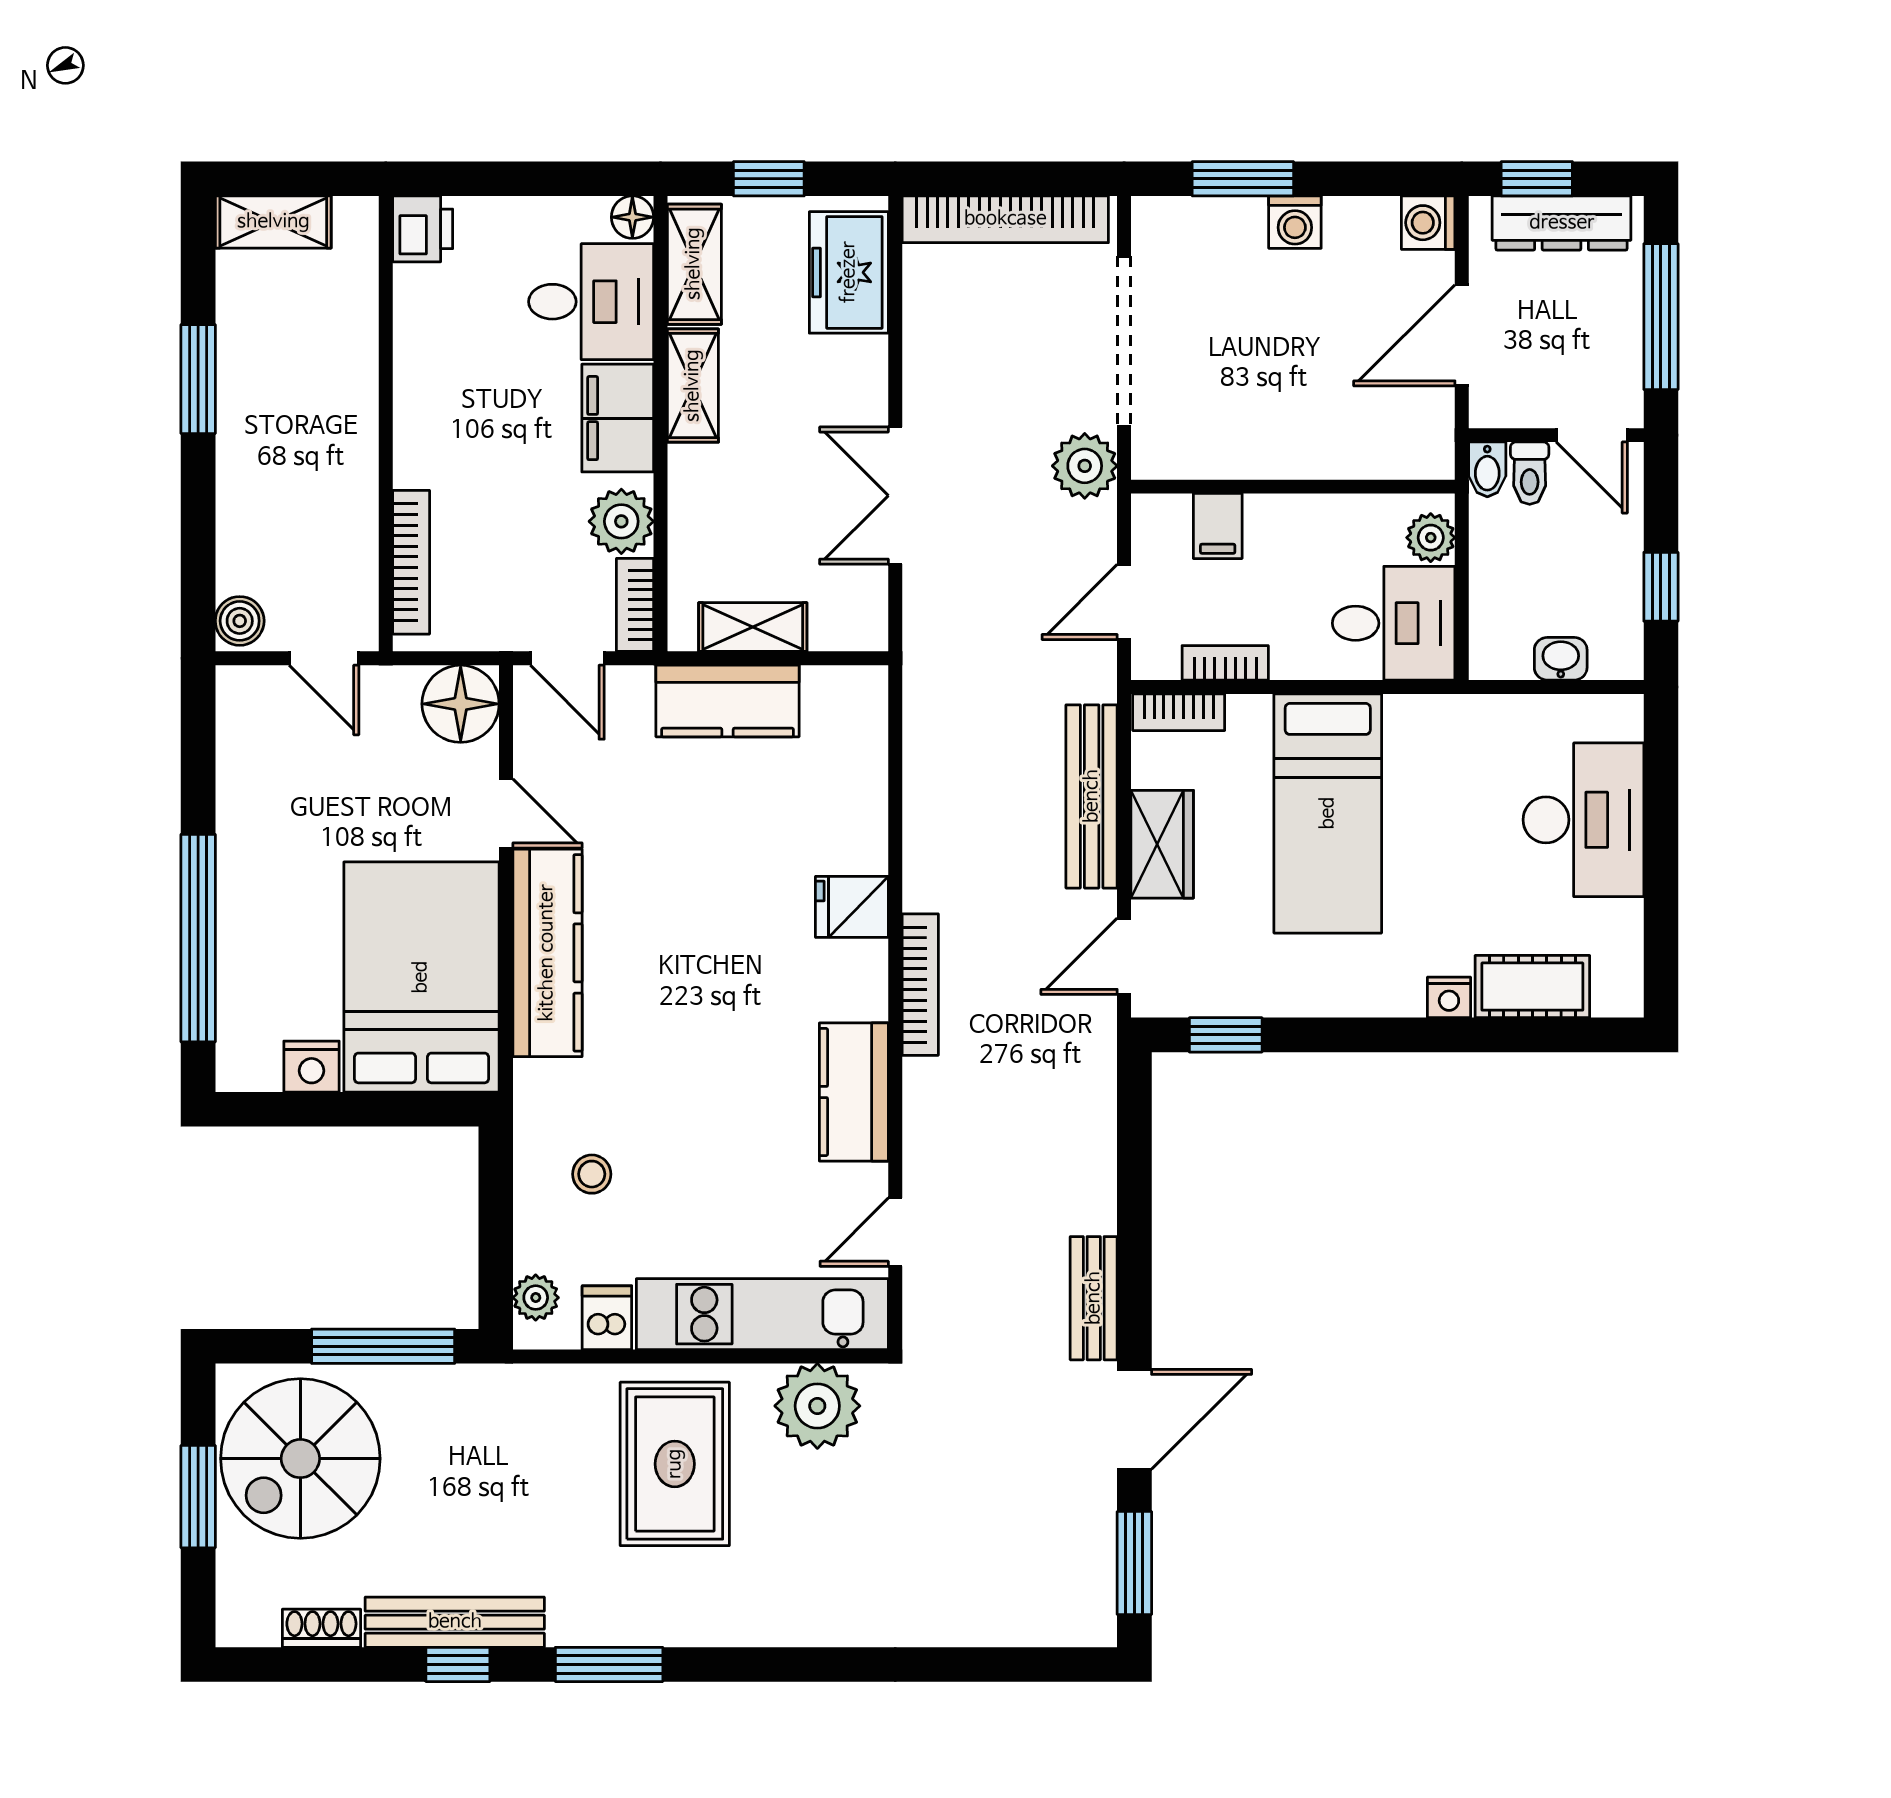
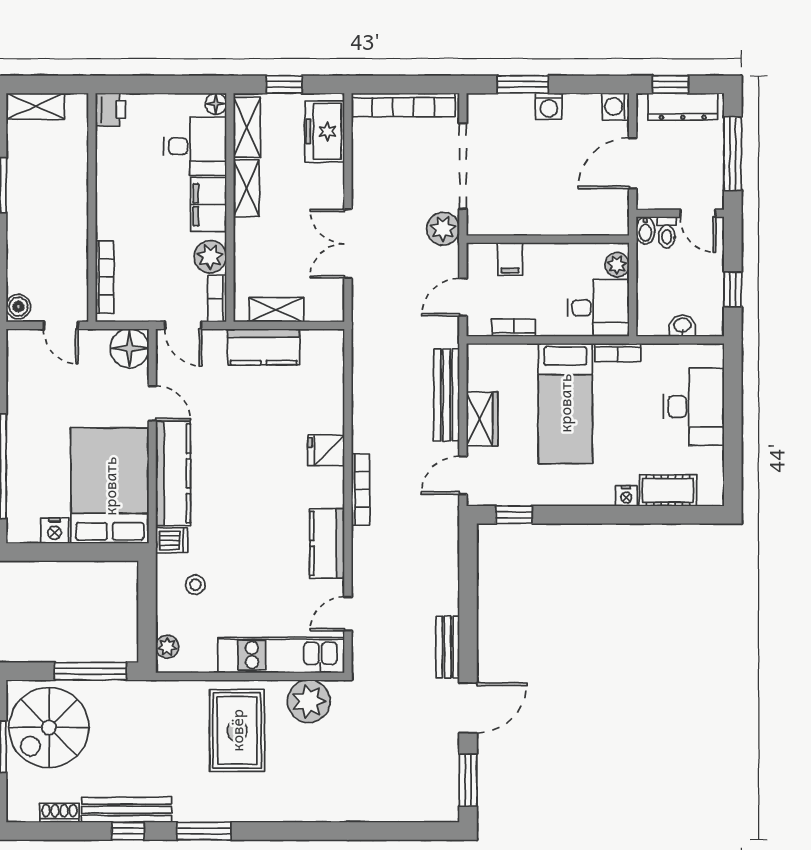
bookcase: (1179, 712) -> (618, 353), moved
dishwasher: (607, 1318) -> (172, 540), moved, turned 90

